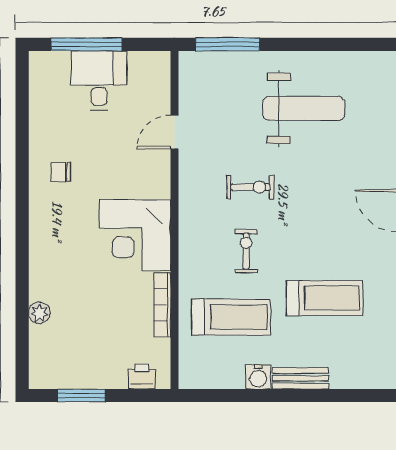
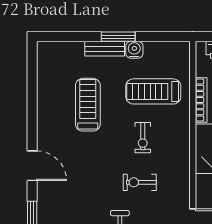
treadmill: (325, 298) -> (88, 105), turned 90
window: (281, 395) -> (118, 37), added

